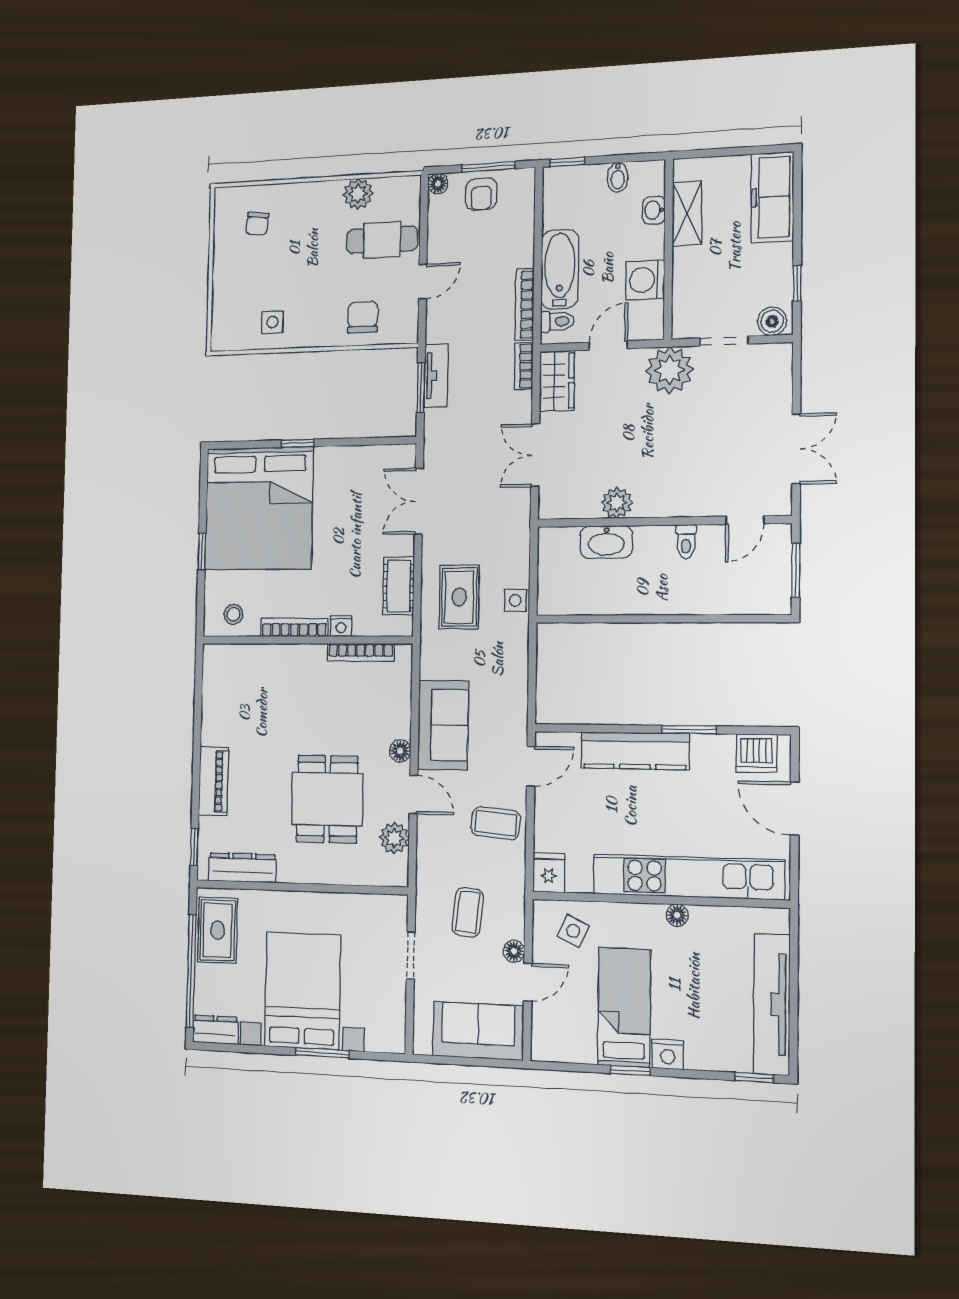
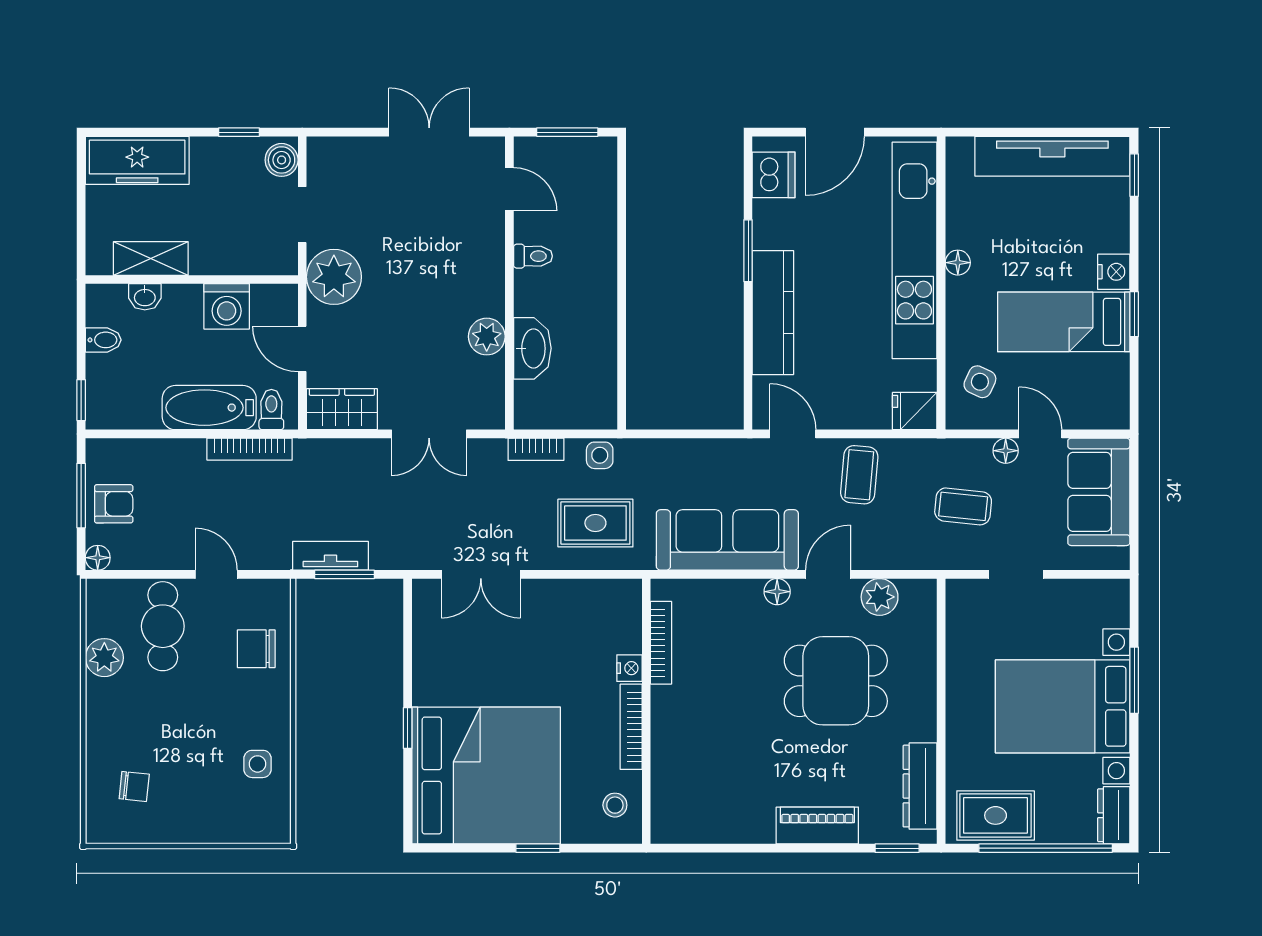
bookcase: (524, 366) -> (536, 449), moved
cot: (399, 586) -> (582, 597), removed
sofa: (443, 725) -> (727, 540), width x1.36

